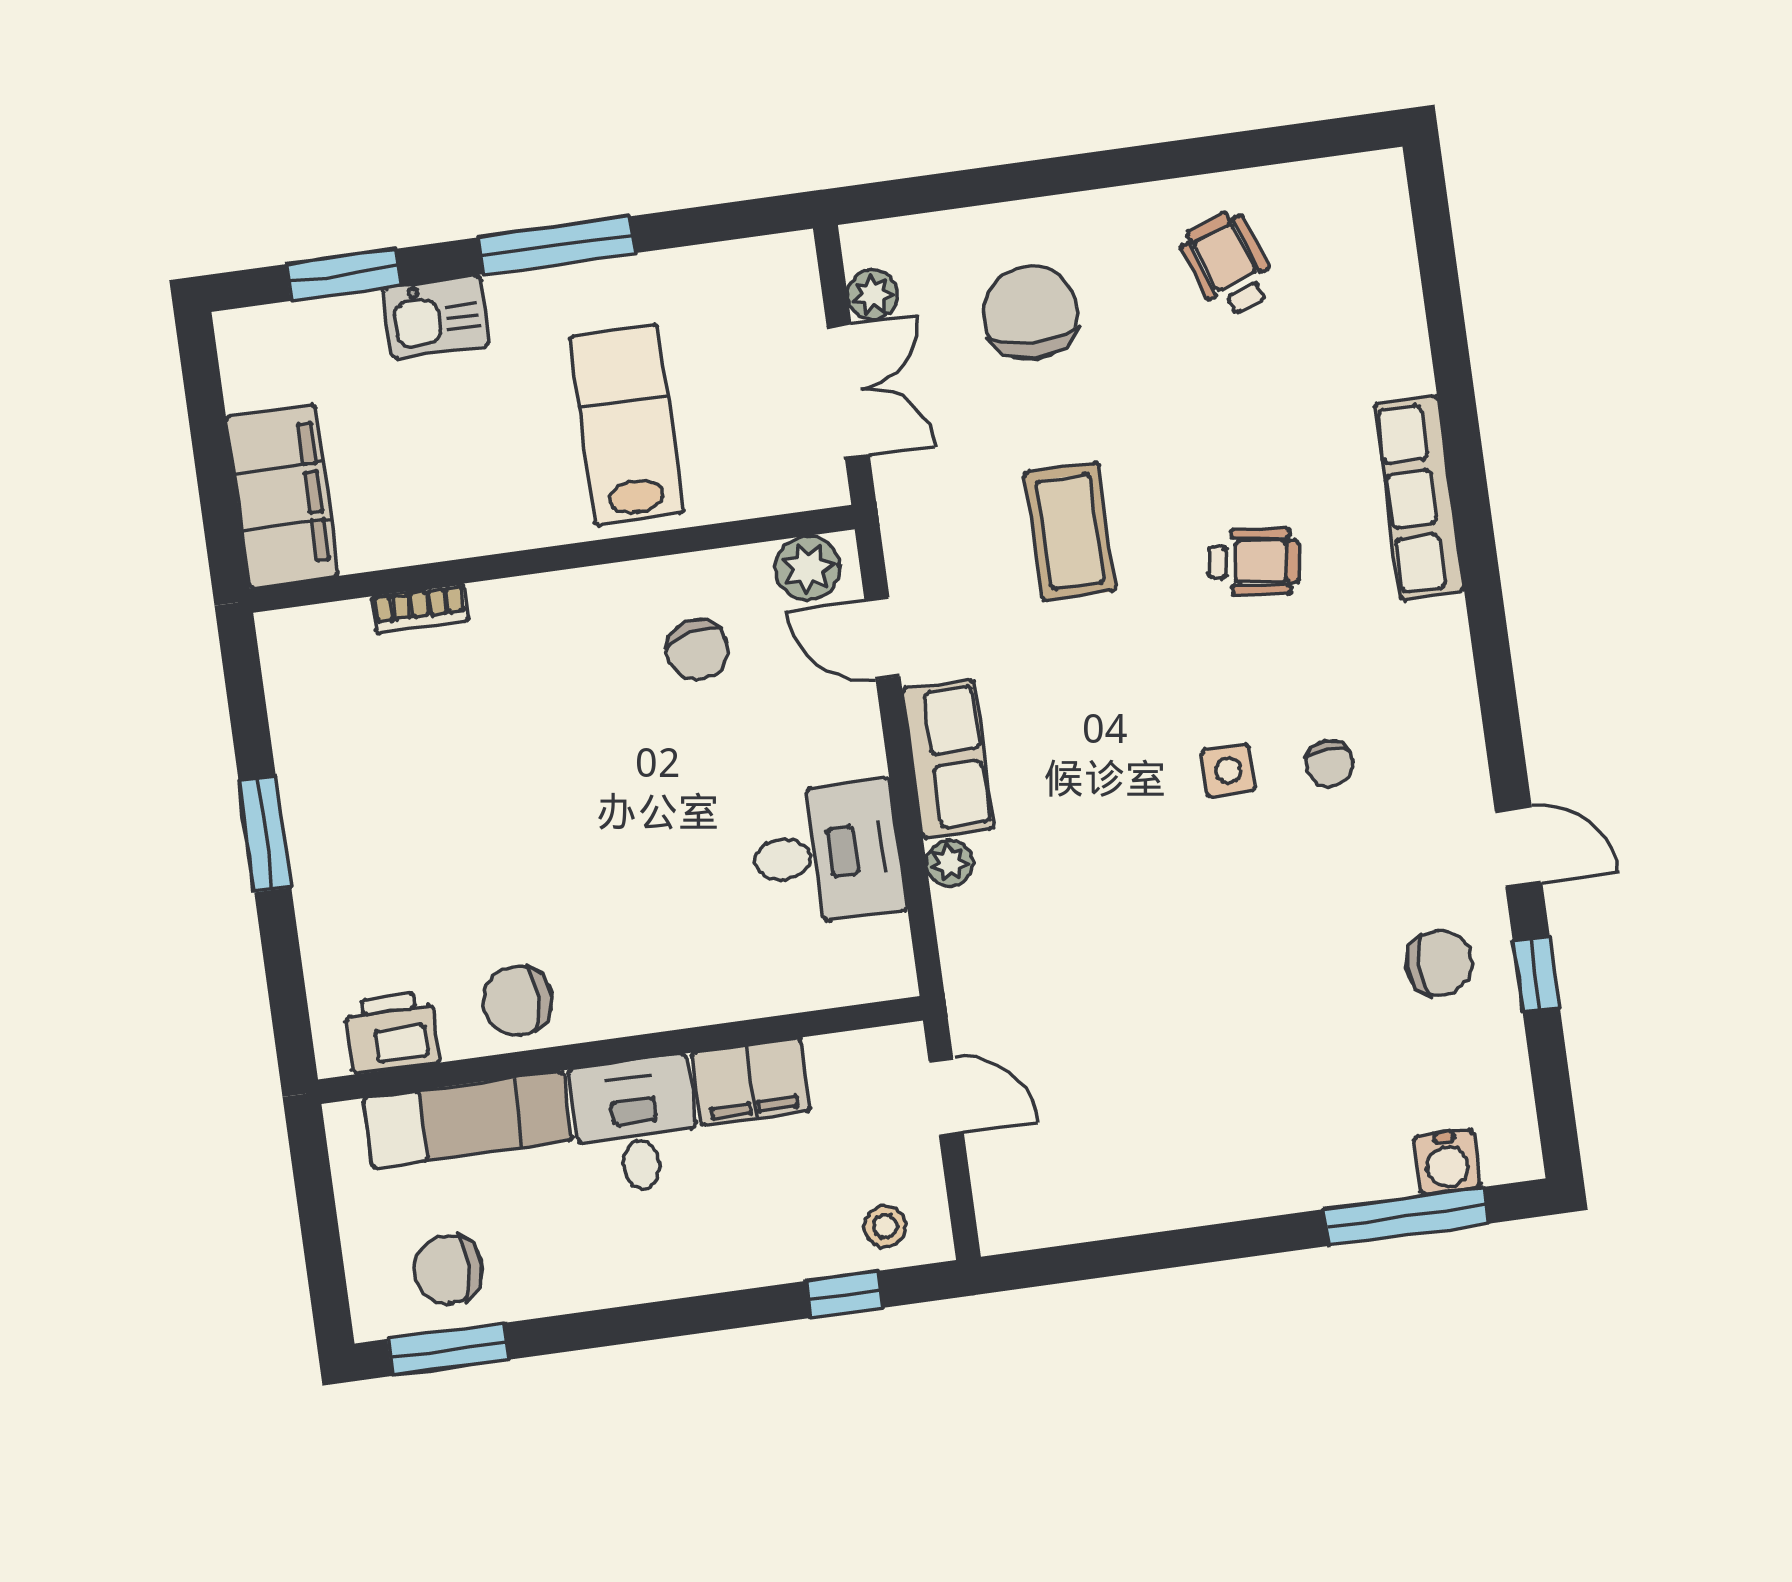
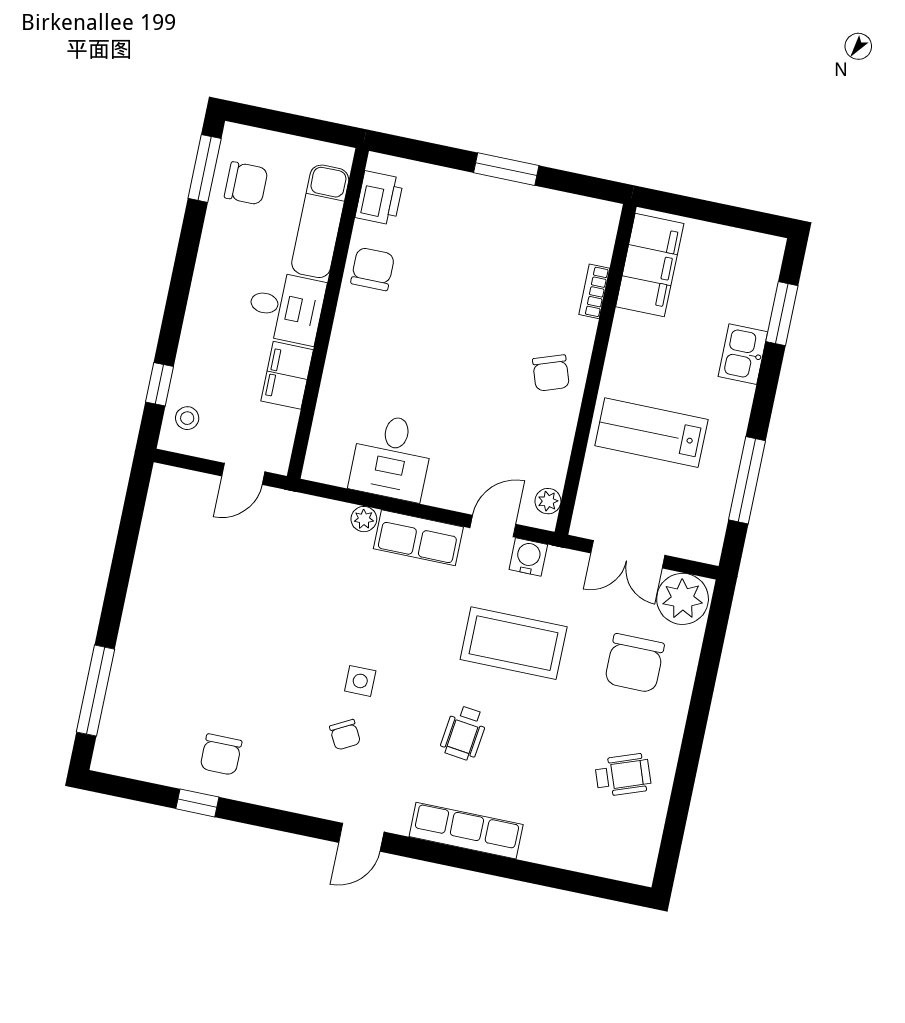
window: (556, 245) -> (747, 480), moved
plant: (872, 295) -> (683, 599), width x1.87, depth x1.87
chair: (1030, 313) -> (634, 663), turned 90
lab bench: (626, 425) -> (651, 433), turned 180
filing cabinet: (282, 496) -> (650, 265), moved, turned -90
coffee table: (1070, 532) -> (514, 643), width x1.36, depth x1.32
plant: (808, 568) -> (548, 501), width x0.73, depth x0.73
chair: (698, 650) -> (551, 373), moved, turned -94
chair: (1329, 763) -> (345, 735), turned -118
door: (1519, 847) -> (361, 837), moved
water cooler: (1447, 1162) -> (528, 557), moved, turned 90
chair: (448, 1269) -> (246, 183), turned 90

